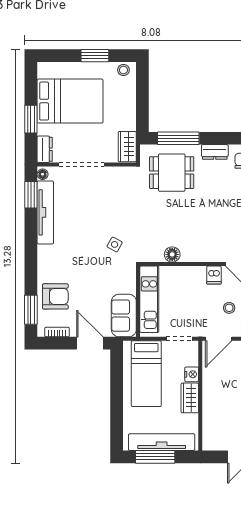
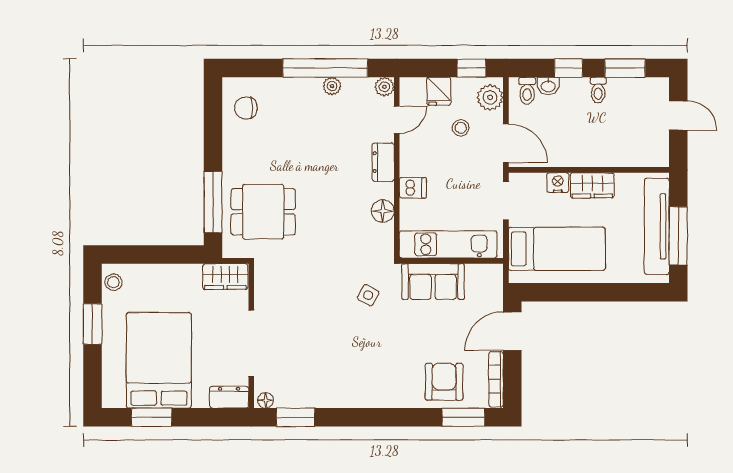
window: (31, 119) -> (152, 417), moved
dresser: (215, 152) -> (383, 162), moved, turned 180
dining table: (172, 173) -> (263, 212), turned 90
tv unit: (45, 212) -> (321, 396), removed
dishwasher: (214, 275) -> (413, 188), moved
sofa: (124, 316) -> (433, 282), moved
bookcase: (57, 332) -> (496, 379), width x1.56

